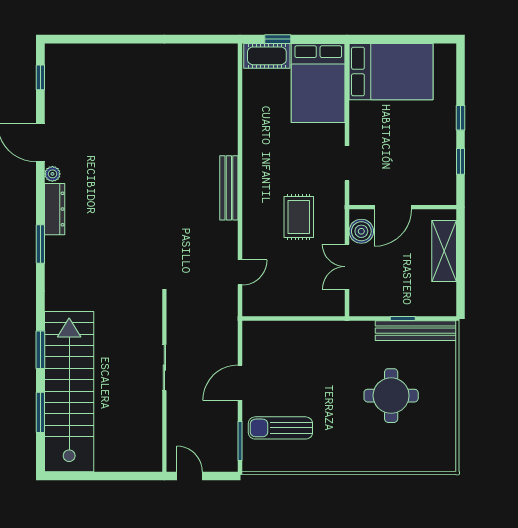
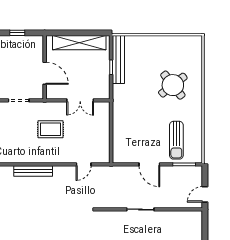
boiler: (361, 231) -> (59, 92), removed
shelving: (444, 251) -> (79, 43), width x1.47
door: (240, 272) -> (84, 164), swing flipped
round table: (391, 396) -> (173, 85), moved, turned -38

